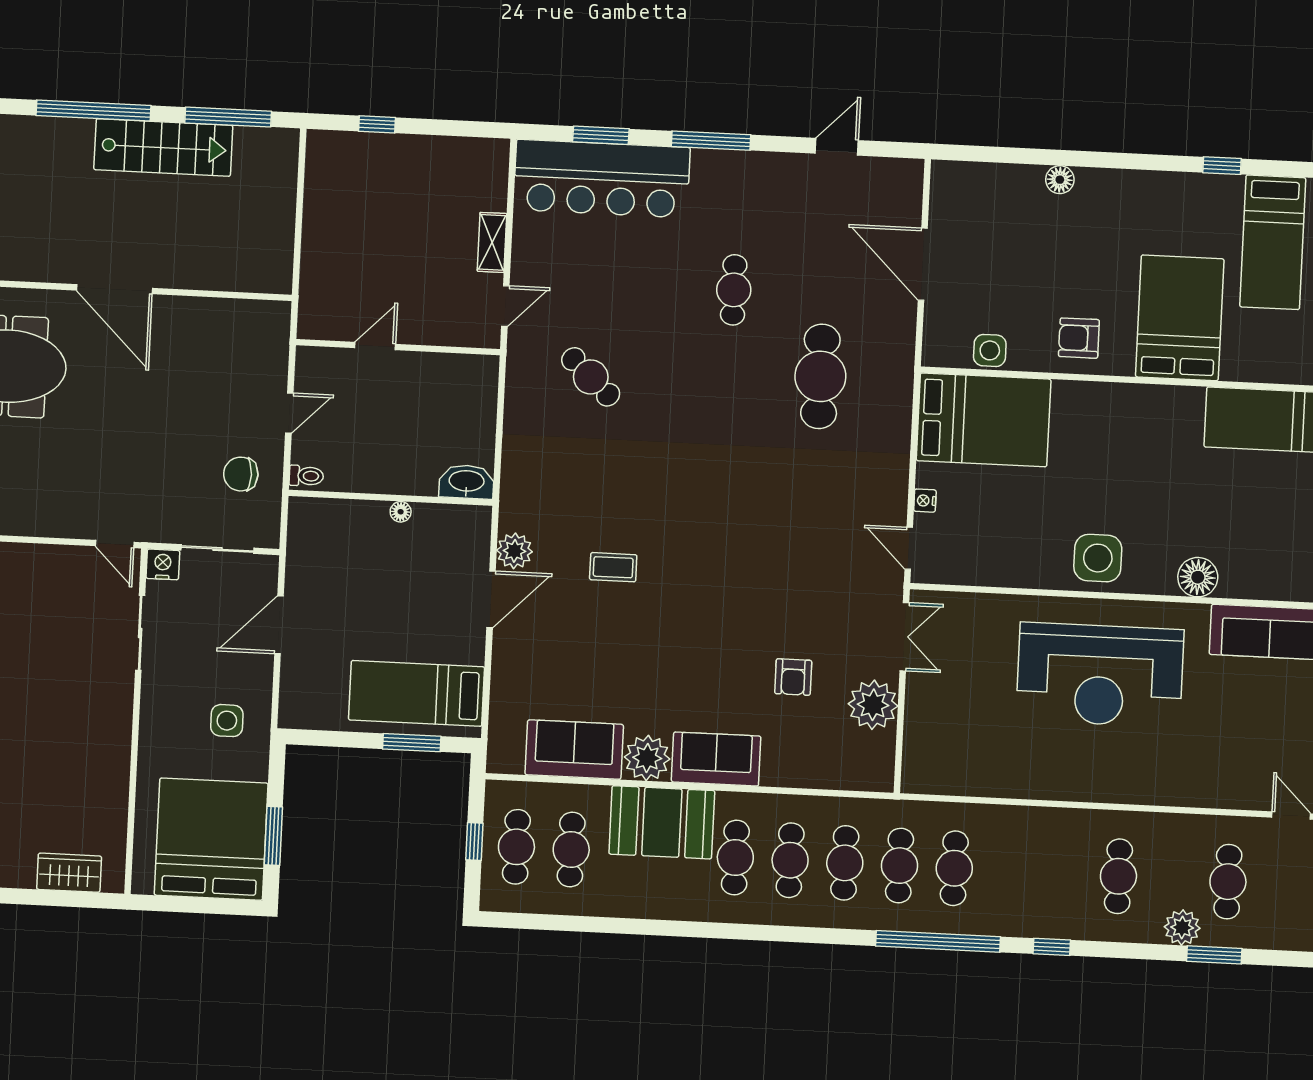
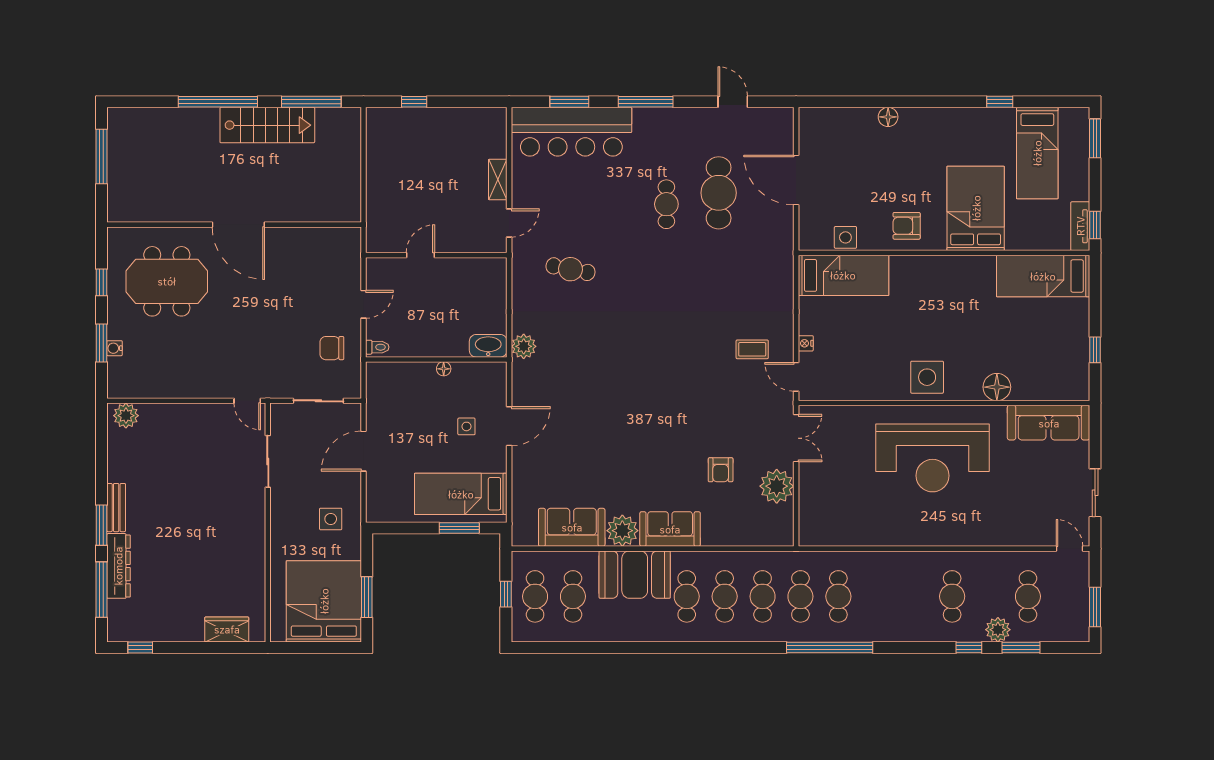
door: (837, 147) -> (733, 102), hinge flipped
cafe table: (820, 376) -> (719, 193), moved
cafe table: (591, 377) -> (570, 269), turned -32
bed: (984, 420) -> (843, 275), width x0.67
plant: (514, 551) -> (524, 346), moved
nightstand: (163, 564) -> (281, 413), removed
coffee table: (613, 567) -> (752, 349), moved
side table: (429, 597) -> (466, 426), added
window: (1052, 947) -> (969, 648), moved

